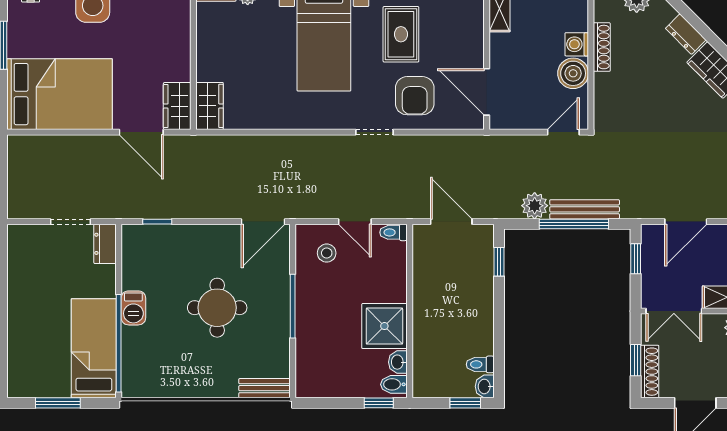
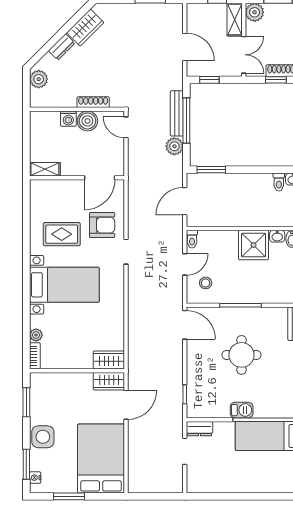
shoe rack: (602, 47) -> (93, 102), moved
window: (499, 262) -> (211, 170), width x1.50

